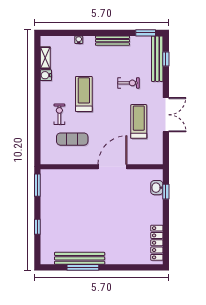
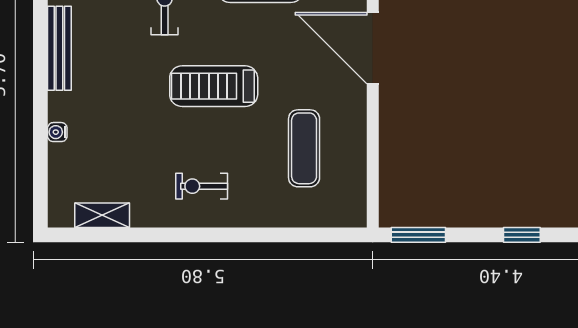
water cooler: (46, 75) -> (145, 214), removed
treadmill: (84, 94) -> (214, 86), moved
exercise bike: (59, 114) -> (202, 186), moved

